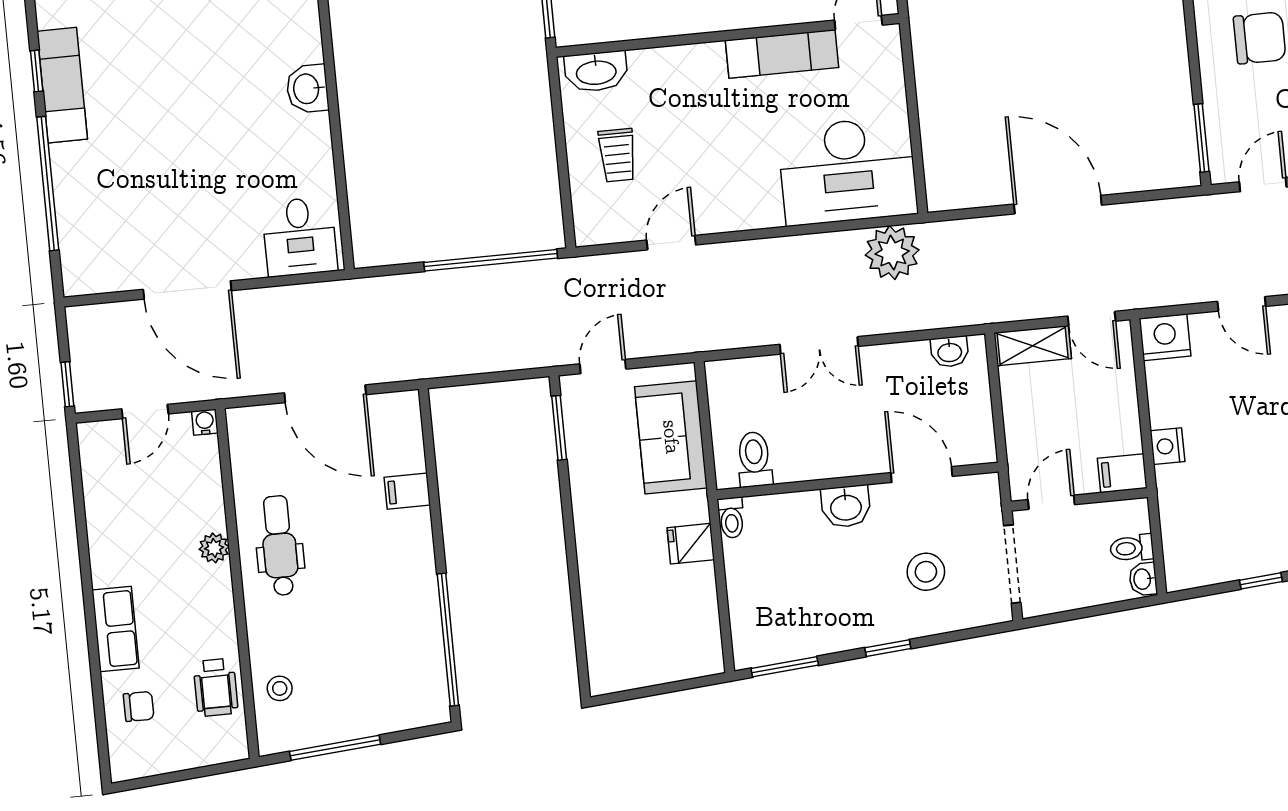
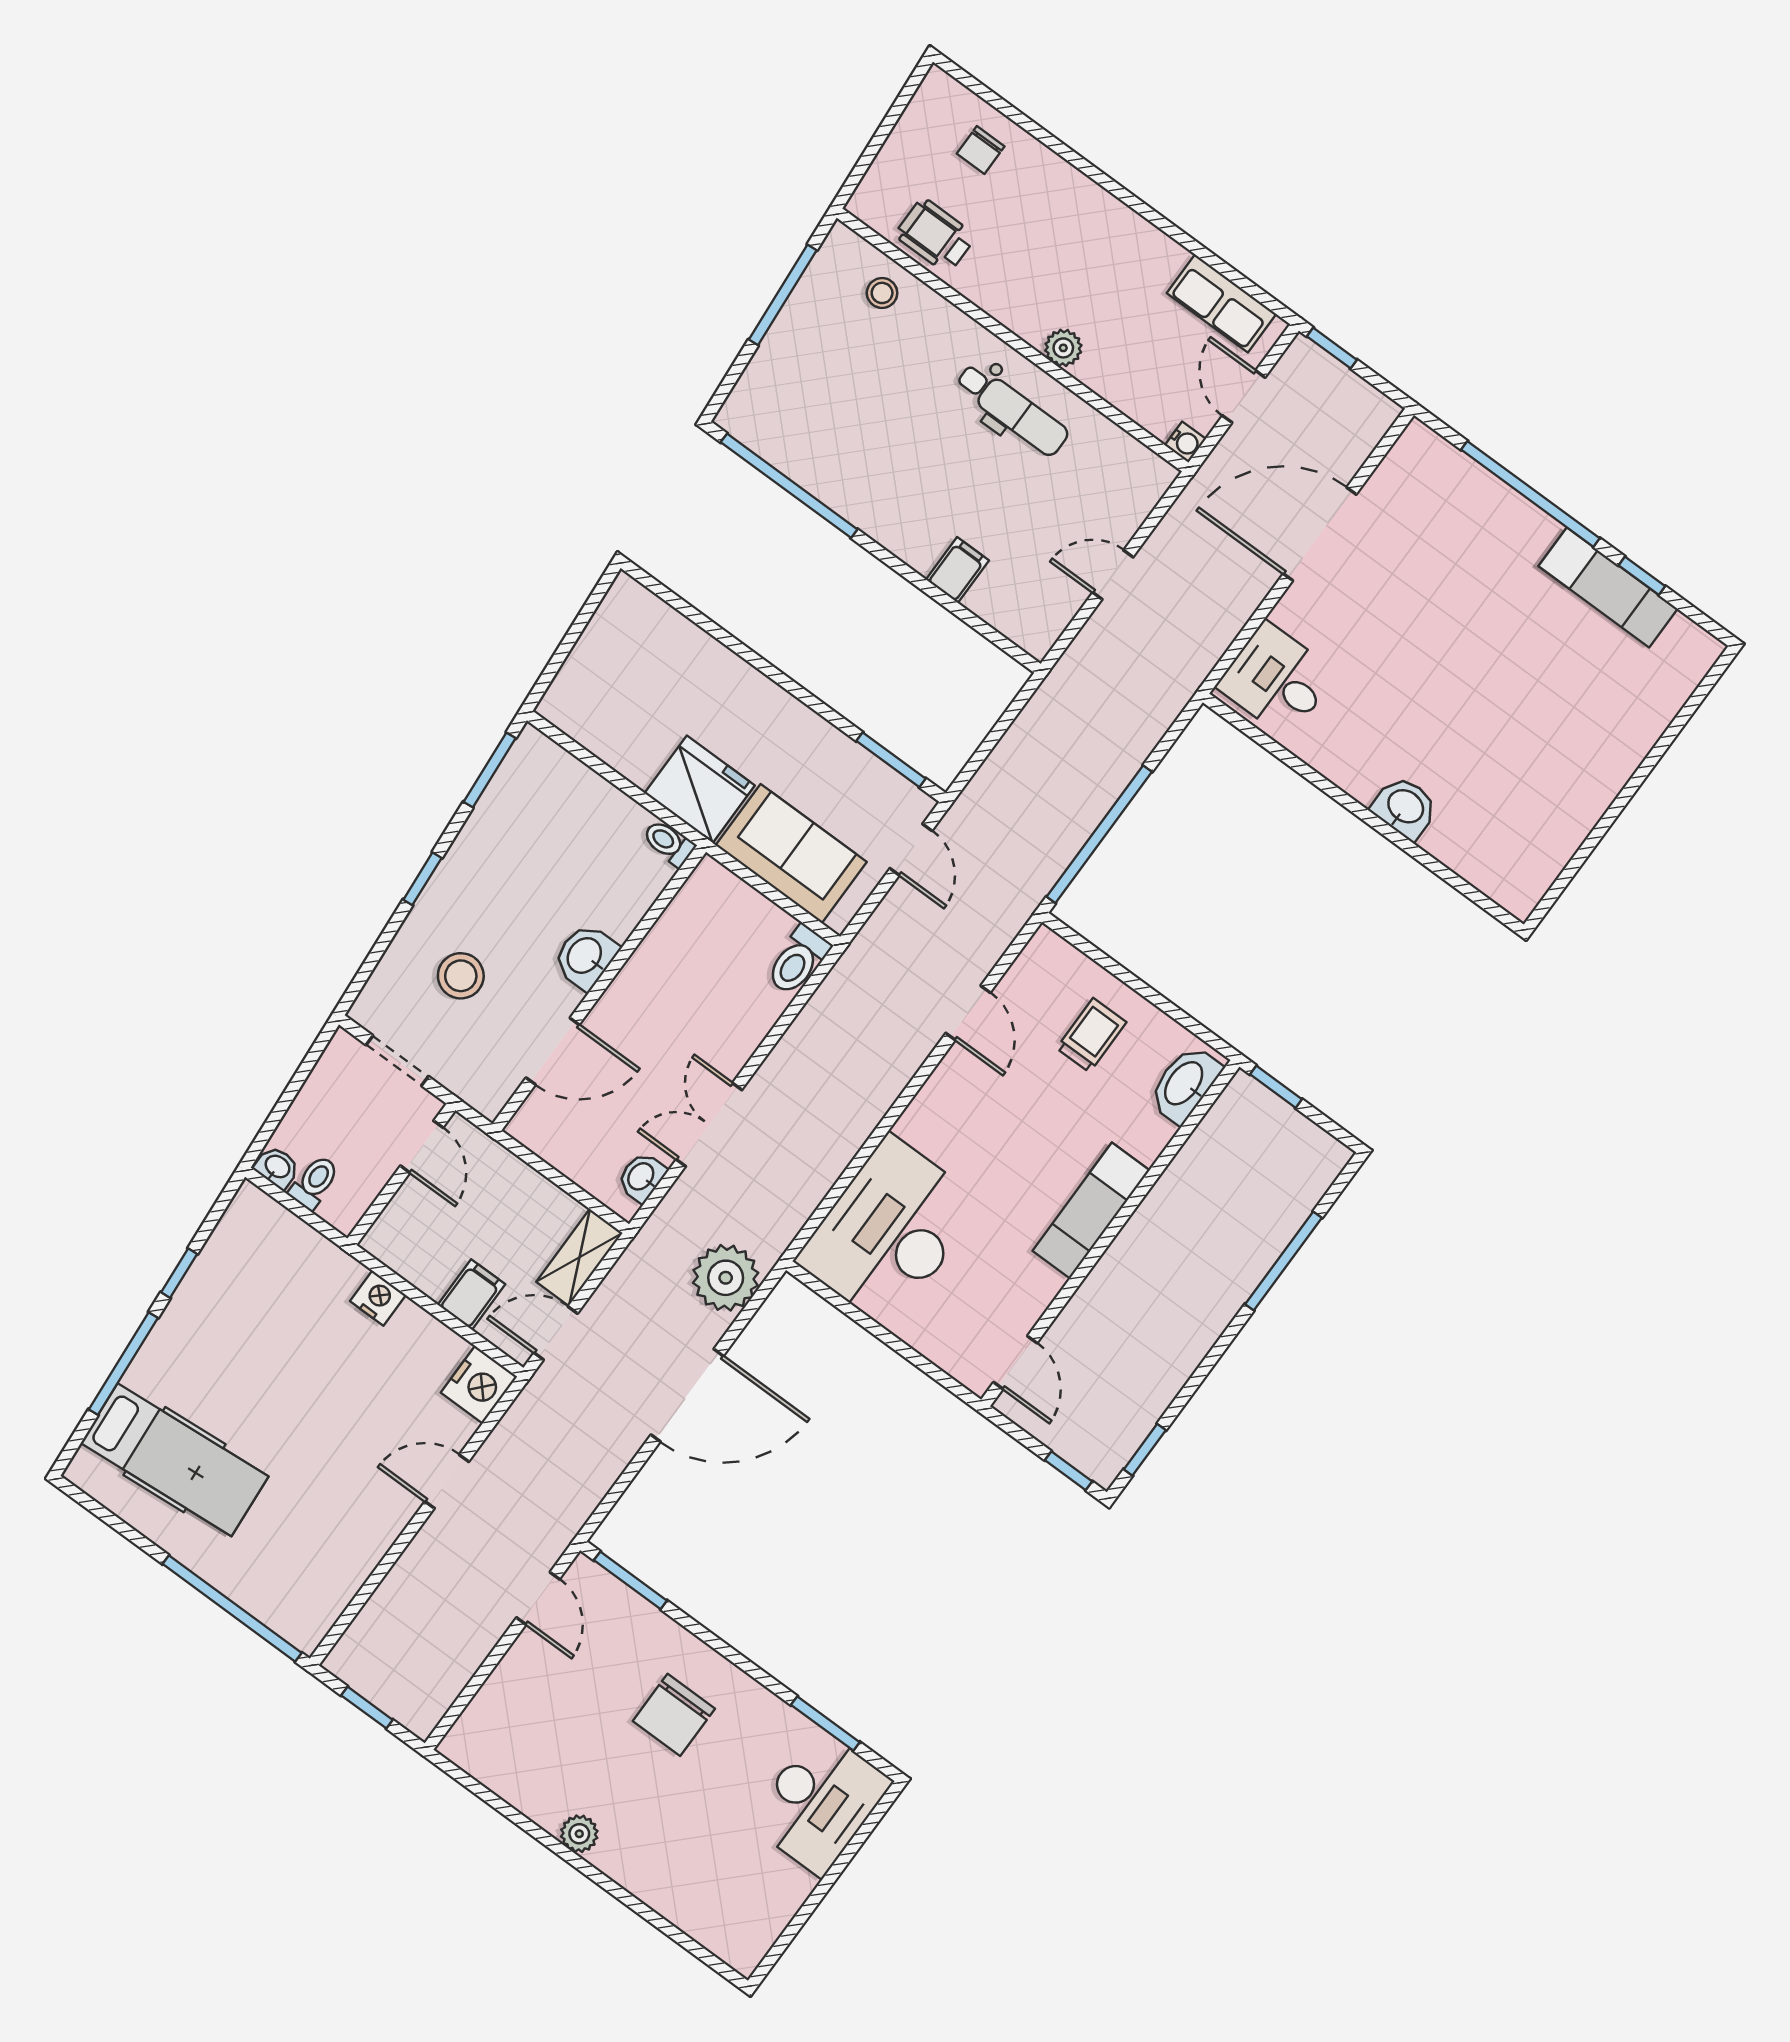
exam couch: (782, 54) -> (1091, 1211), moved
trolley: (617, 155) -> (1091, 1035), turned 90
plant: (892, 253) -> (726, 1278), moved
double door: (819, 345) -> (709, 1125), moved
door: (325, 394) -> (1113, 575), width x0.53
toilet: (754, 459) -> (798, 960), moved, turned 90
filing cabinet: (1122, 473) -> (471, 1295), moved
fridge: (691, 544) -> (700, 789), width x1.88, depth x1.34
doorway: (1012, 564) -> (397, 1061), width x0.73
row of seats: (116, 629) -> (1221, 303), moved

